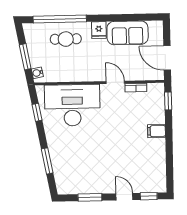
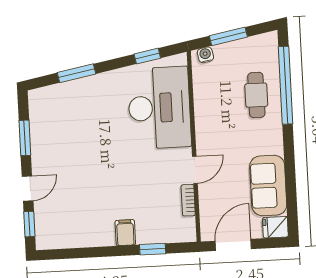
fridge: (99, 30) -> (275, 227), moved
window: (168, 101) -> (153, 249), moved

